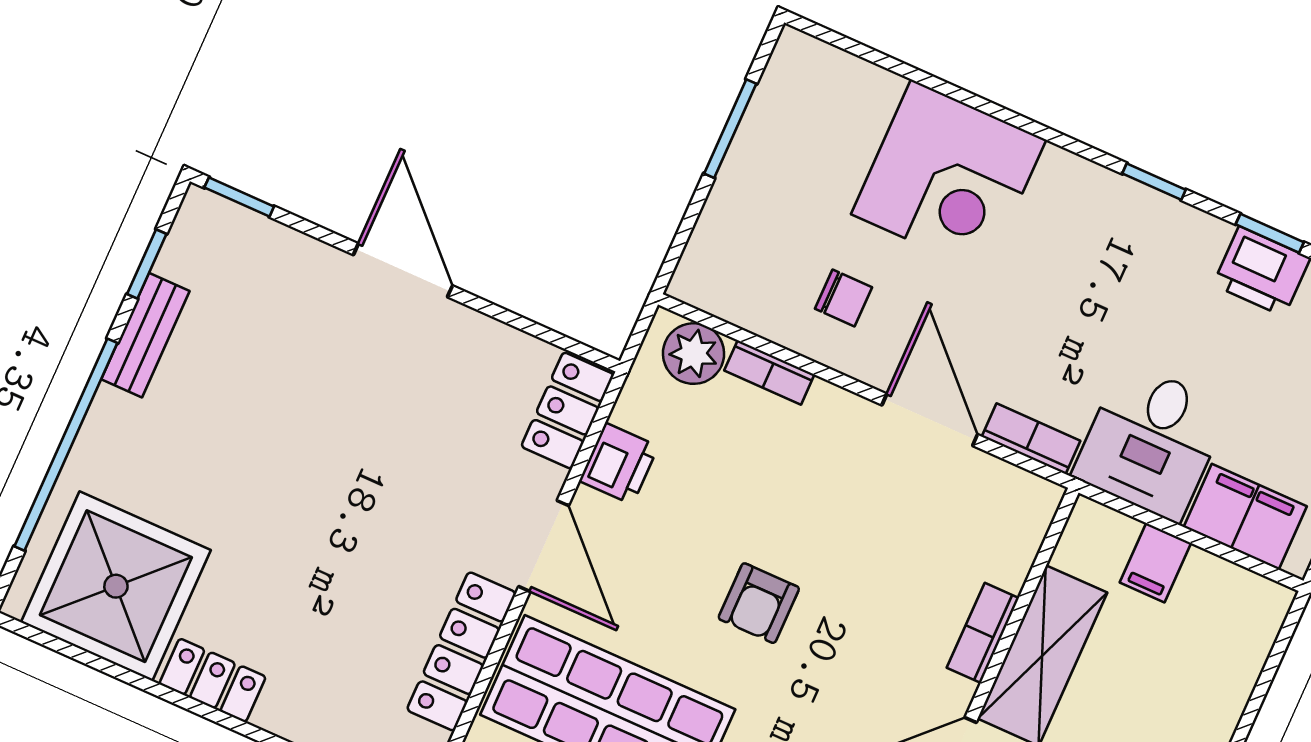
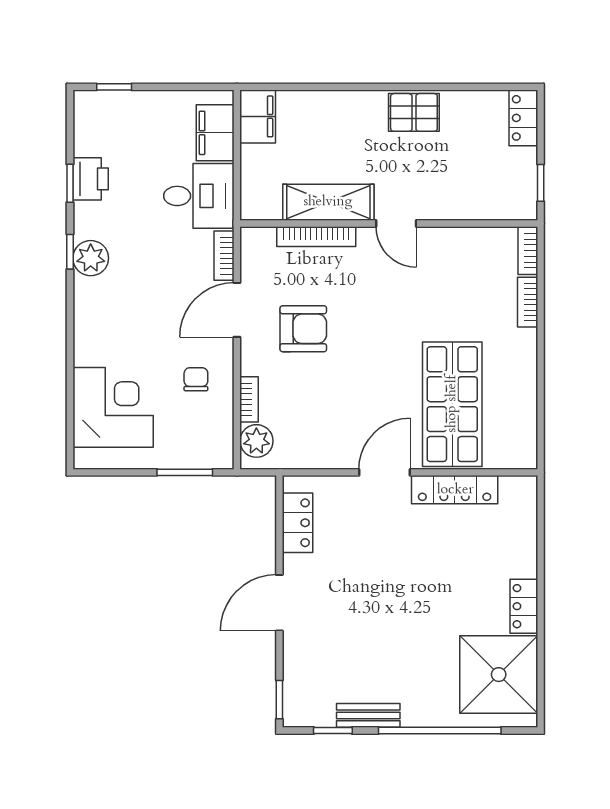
window: (730, 129) -> (185, 472), moved
corner desk: (949, 177) -> (113, 407), moved
plant: (1128, 212) -> (91, 258), added
locker: (568, 410) -> (298, 523), moved, turned -90
printer: (619, 464) -> (327, 454), removed
filing cabinet: (1155, 563) -> (258, 116), moved, width x2.00
armchair: (759, 603) -> (303, 329), moved, width x1.38, depth x1.38
bookcase: (983, 633) -> (316, 237), width x1.56

